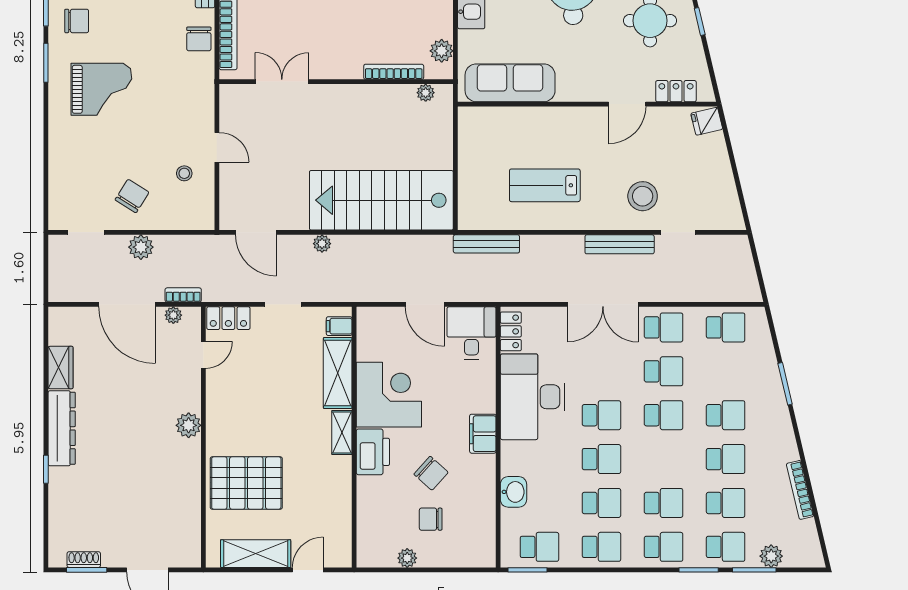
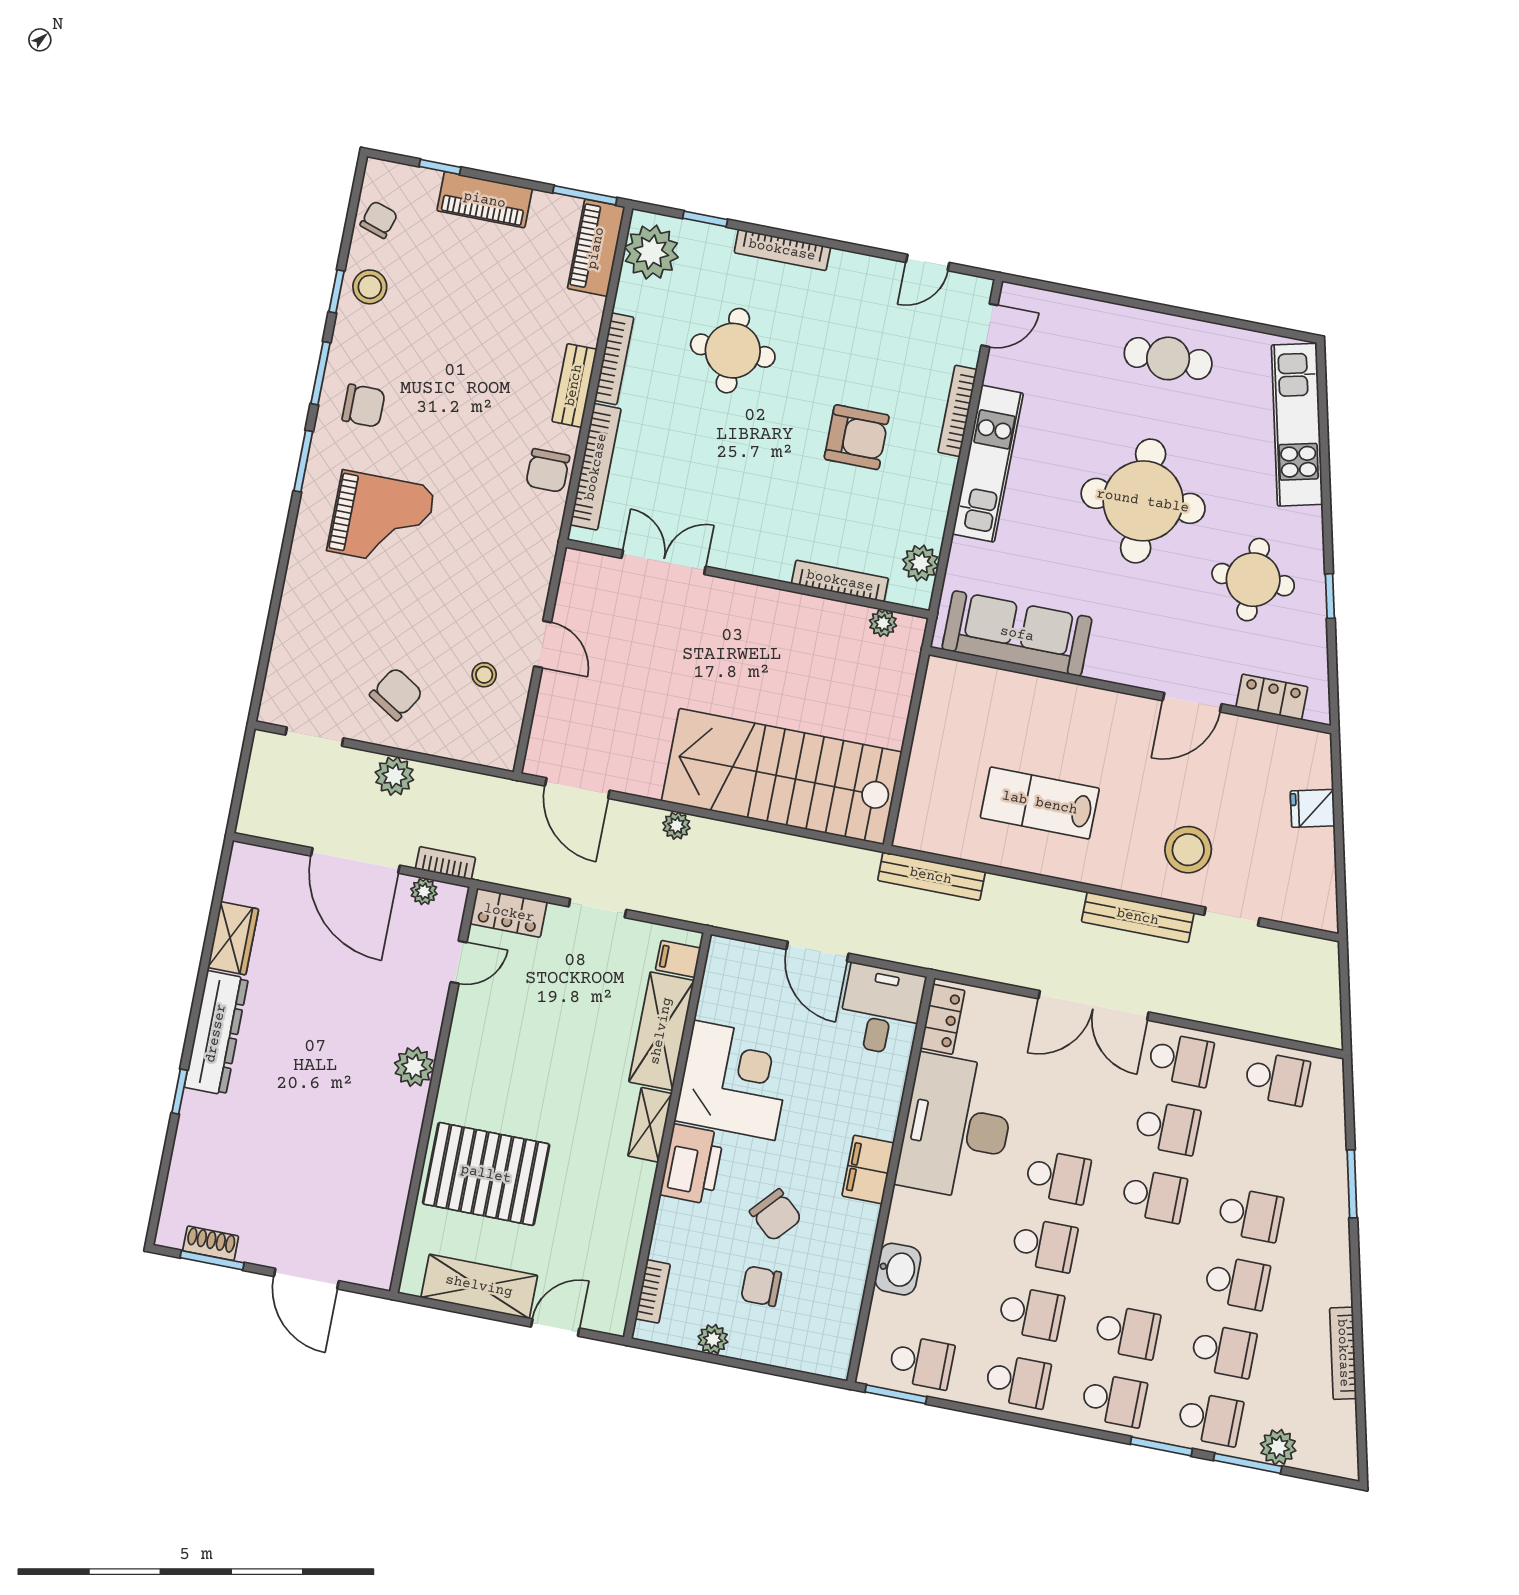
fridge: (707, 121) -> (1313, 808), moved
bookcase: (364, 536) -> (653, 1291), added

